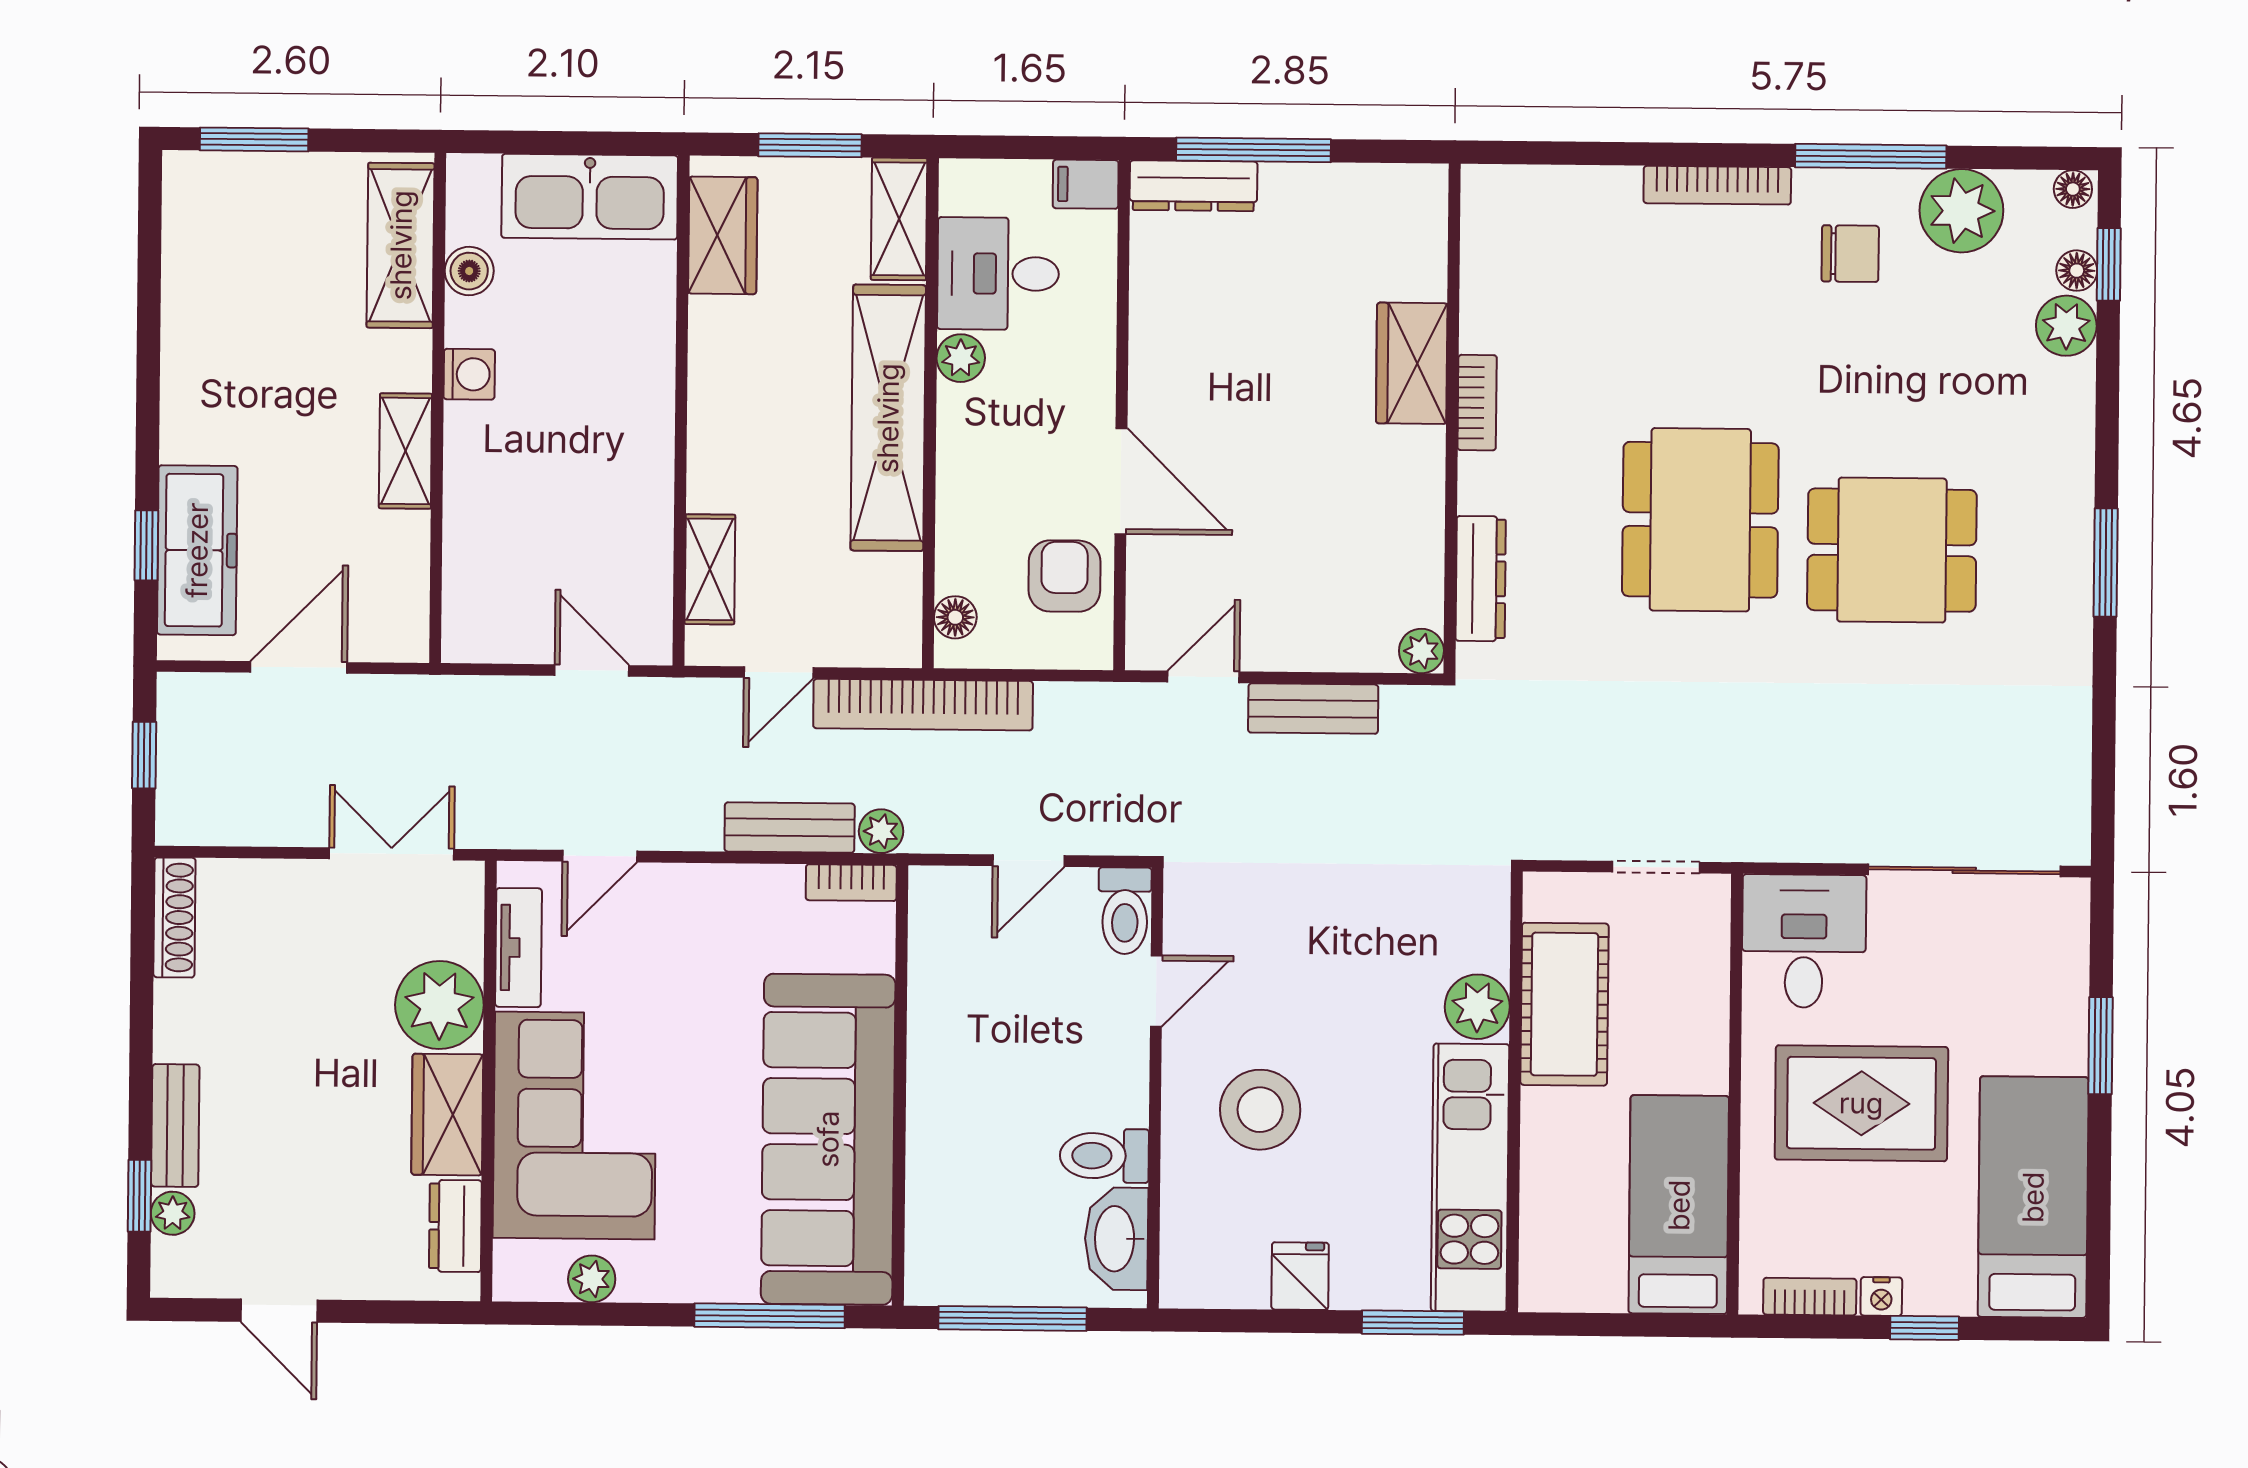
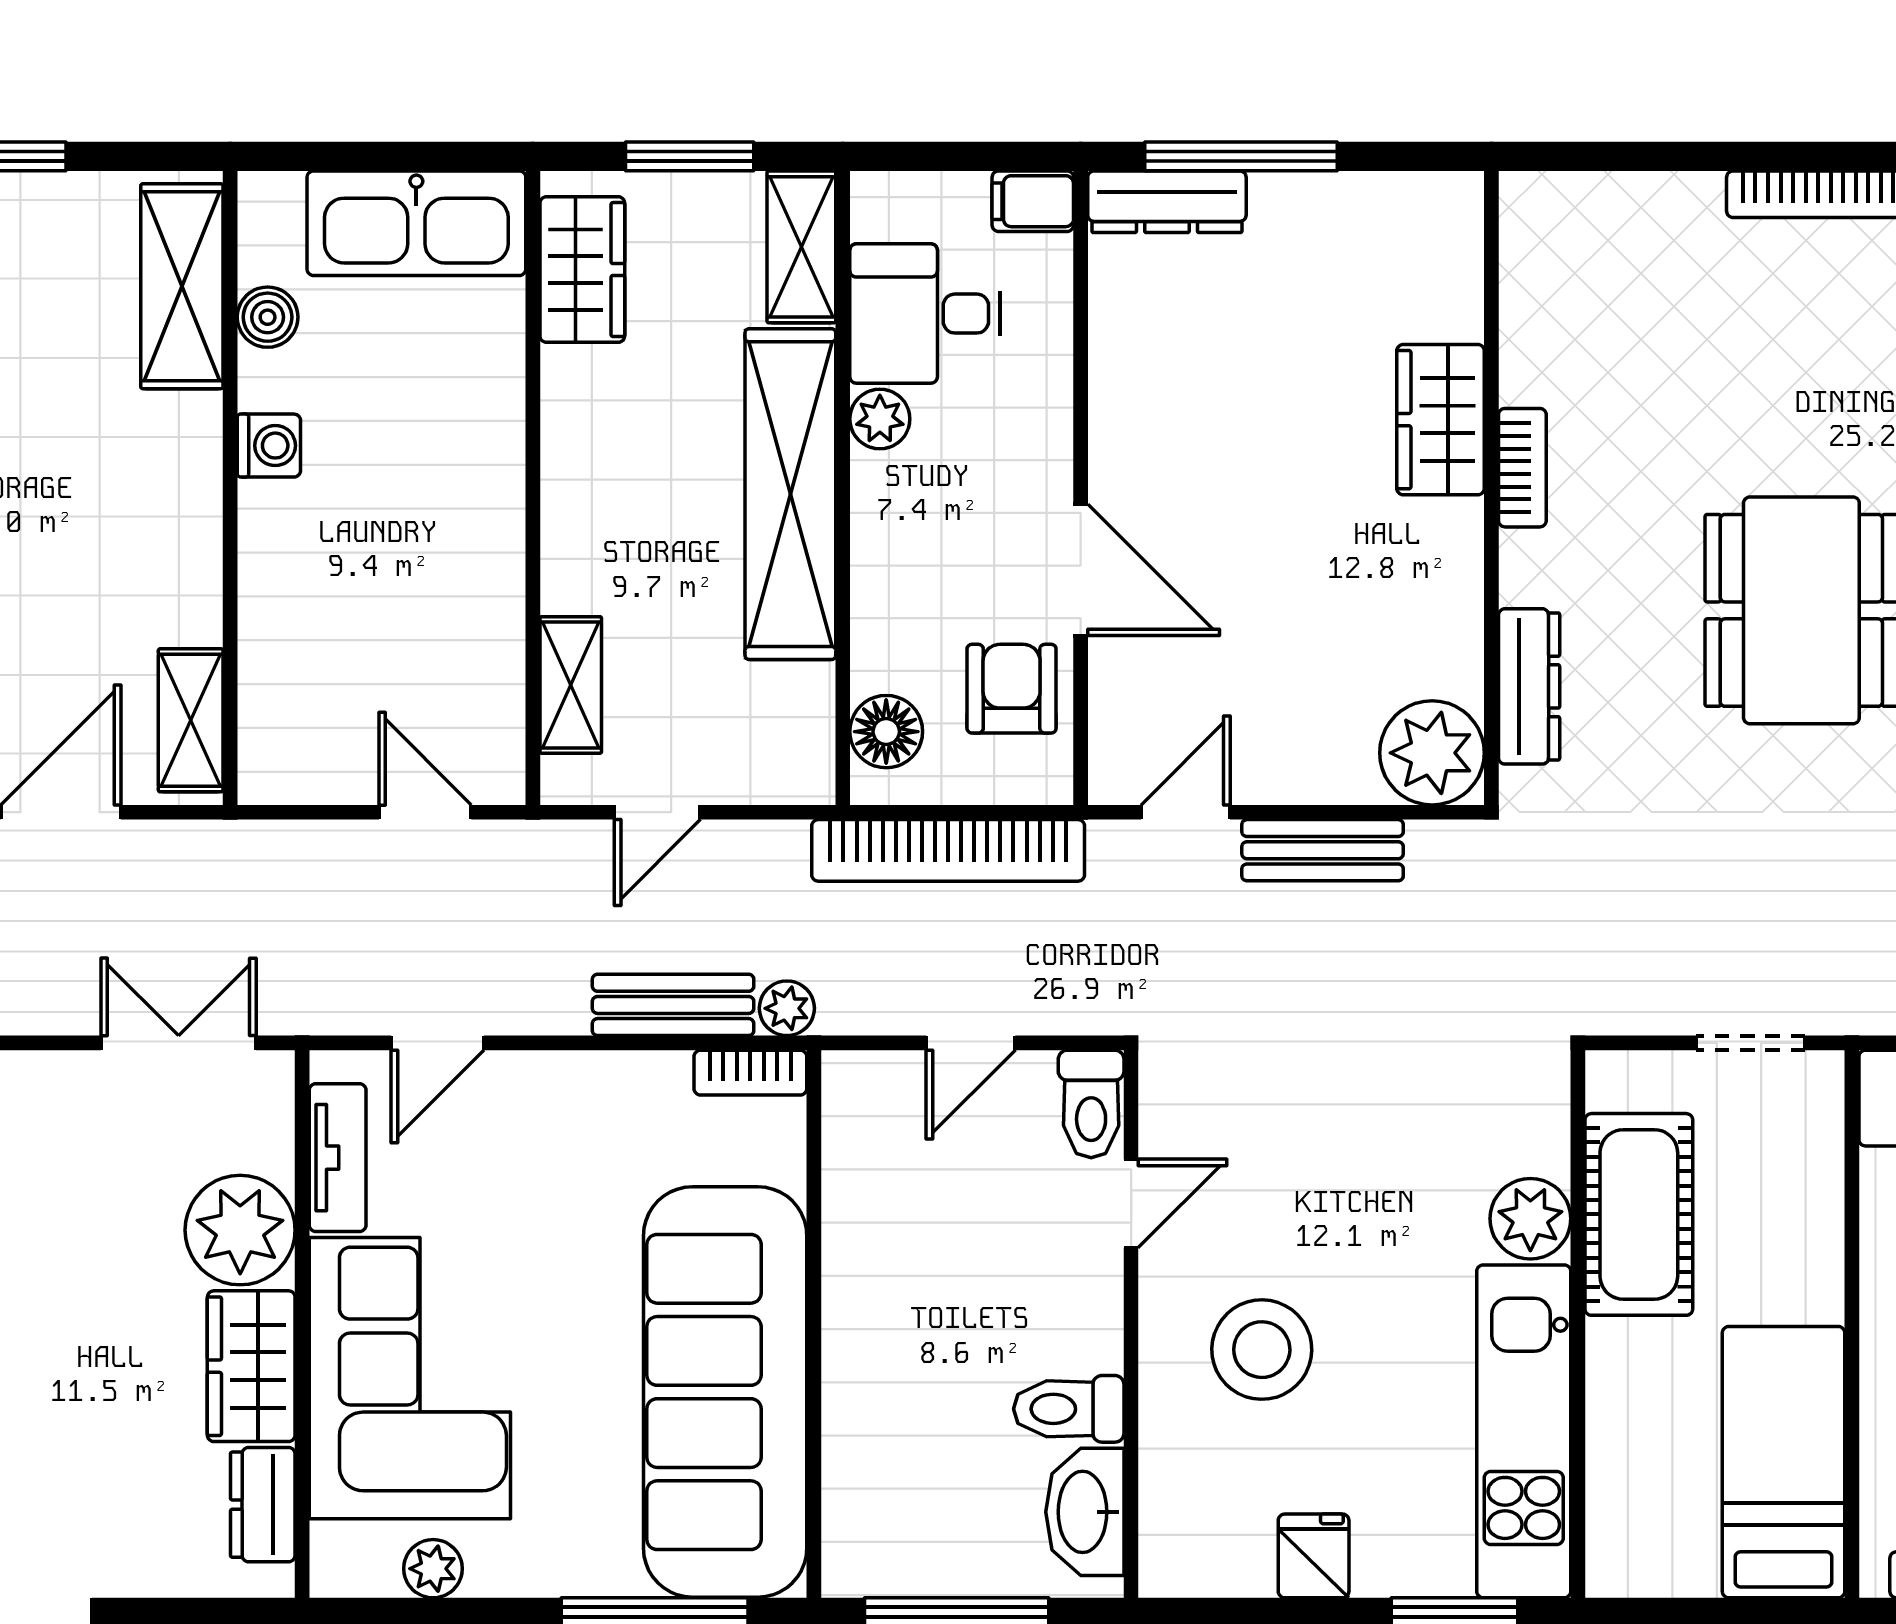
shelving: (405, 451) -> (191, 720), moved
floor lamp: (955, 617) -> (886, 732), width x1.37, depth x1.37
plant: (1421, 651) -> (1432, 753), width x1.88, depth x1.88
bookcase: (923, 705) -> (948, 850), moved

